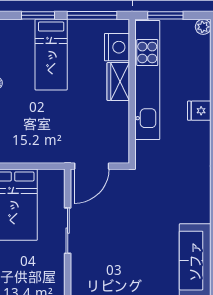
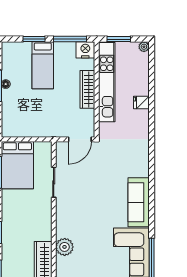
nightstand: (117, 47) -> (85, 50), moved, turned -90
wardrobe: (118, 81) -> (87, 89), width x1.50
door: (92, 166) -> (80, 139), moved

